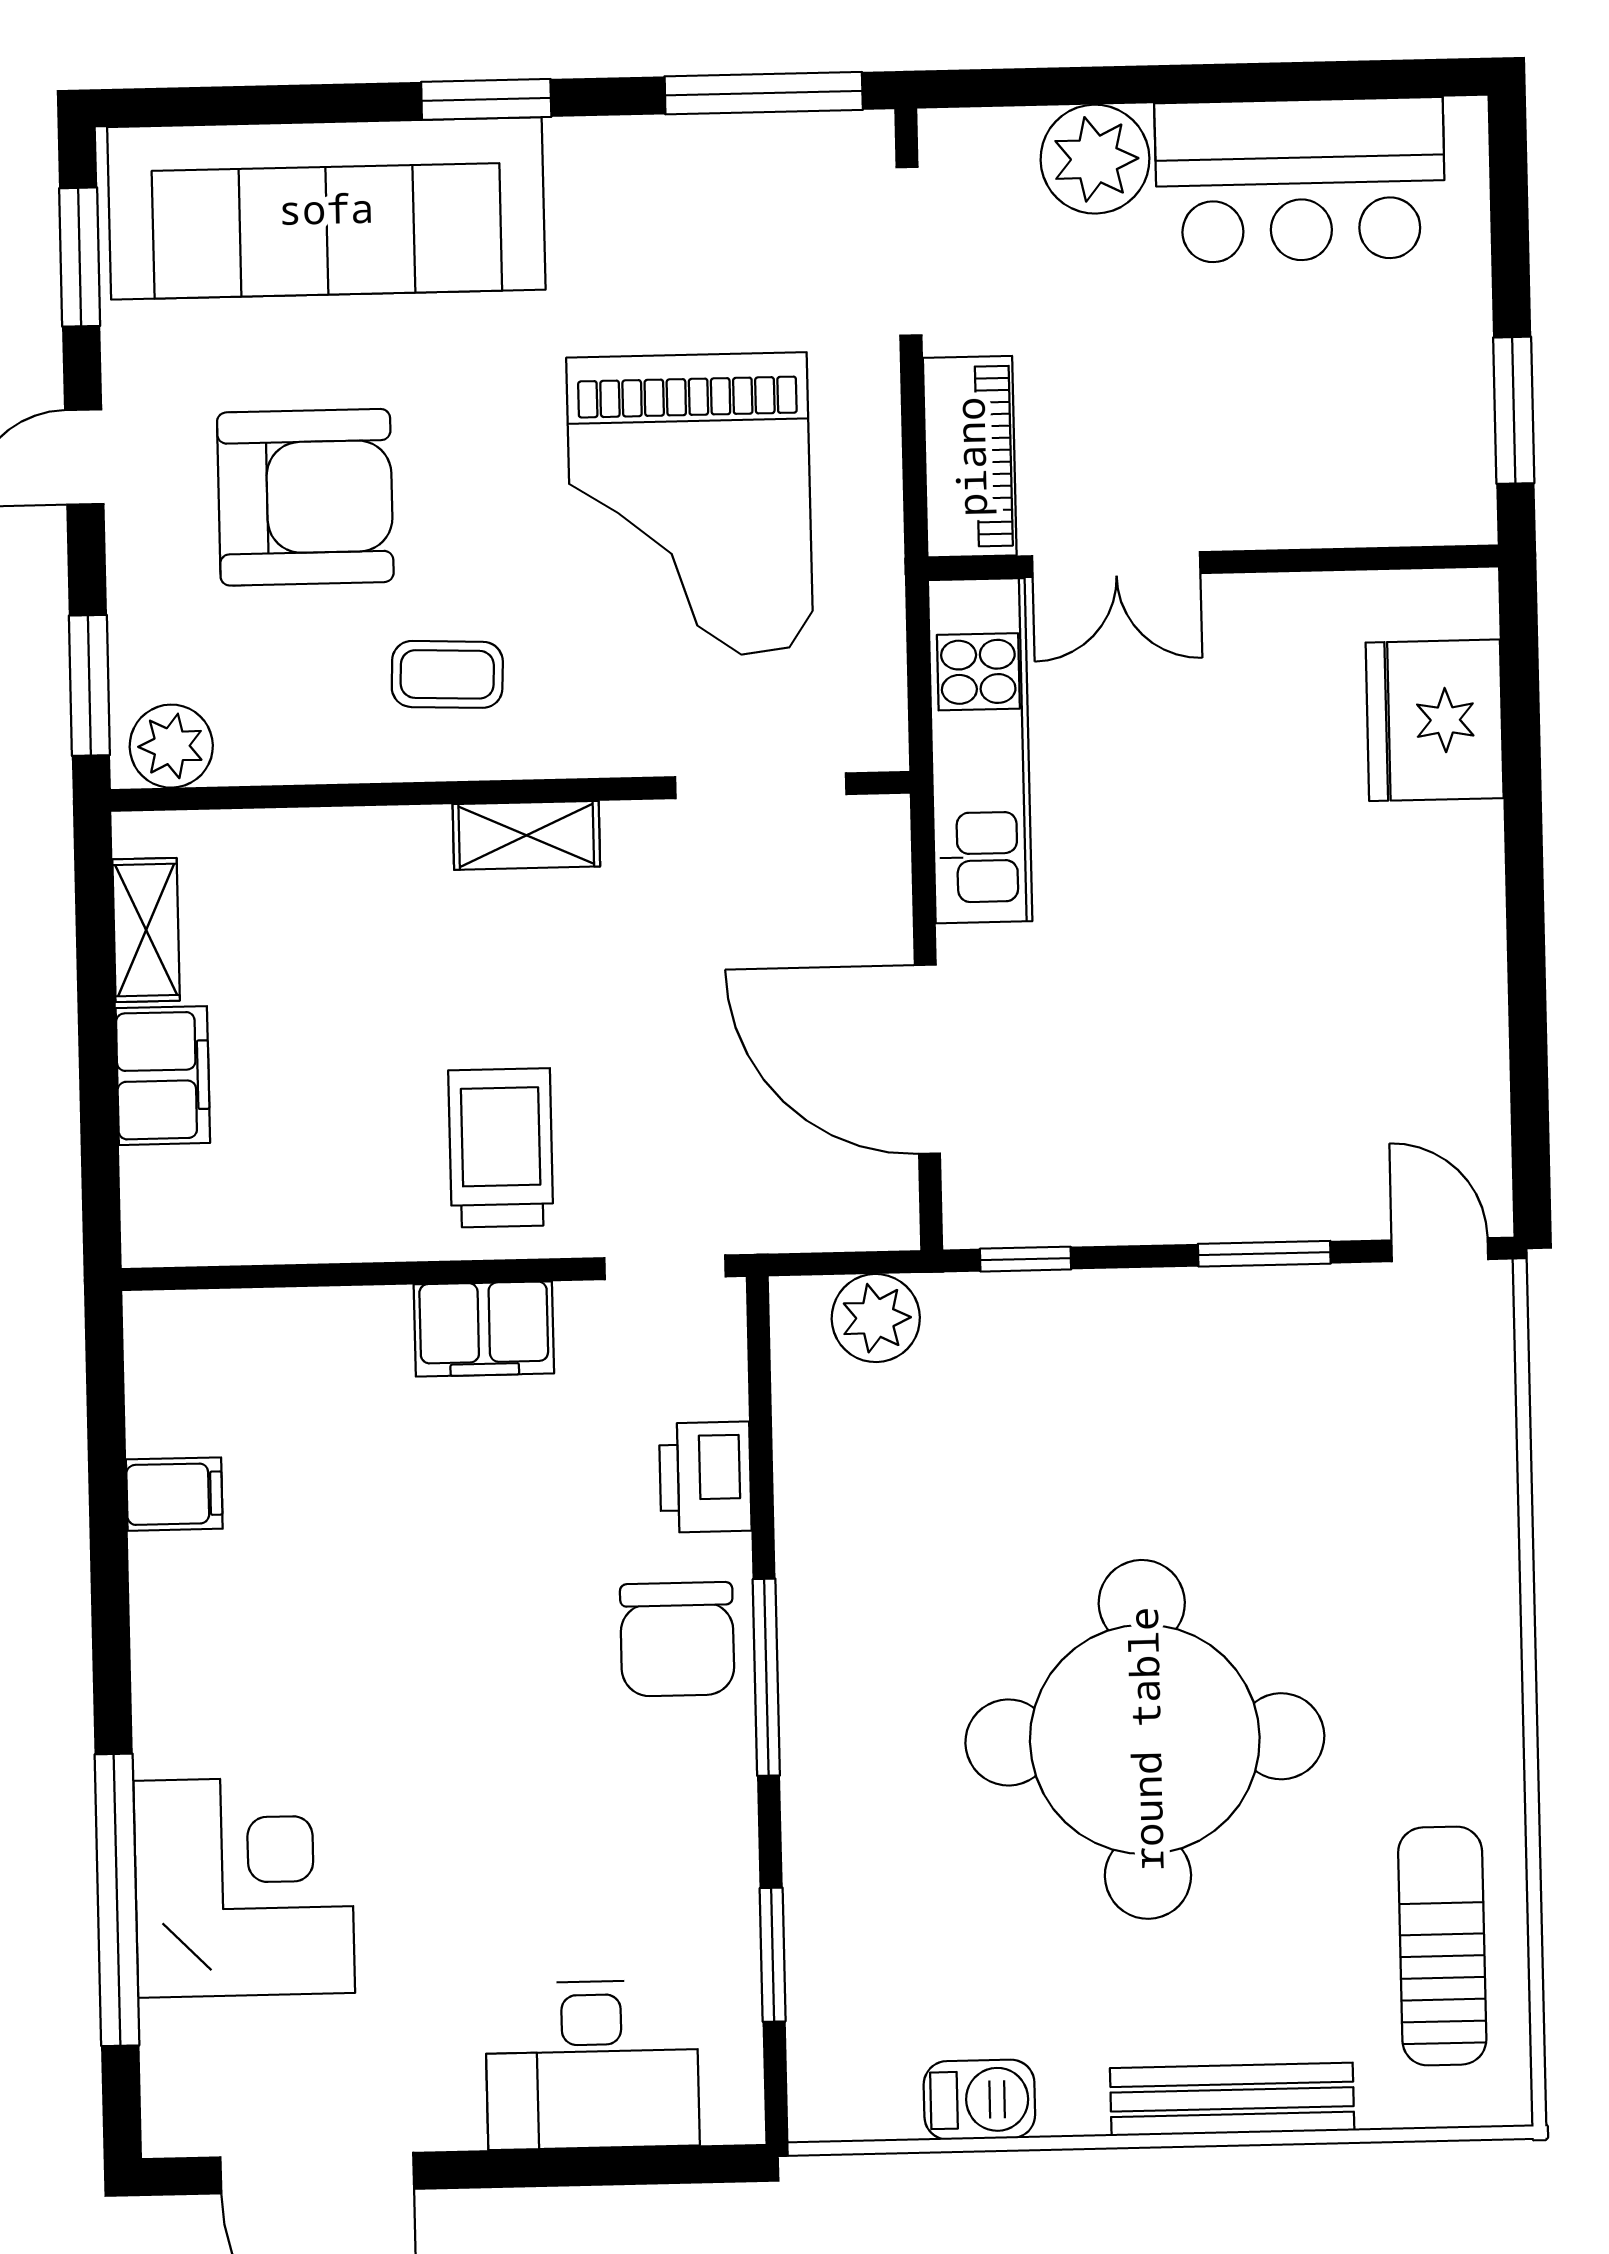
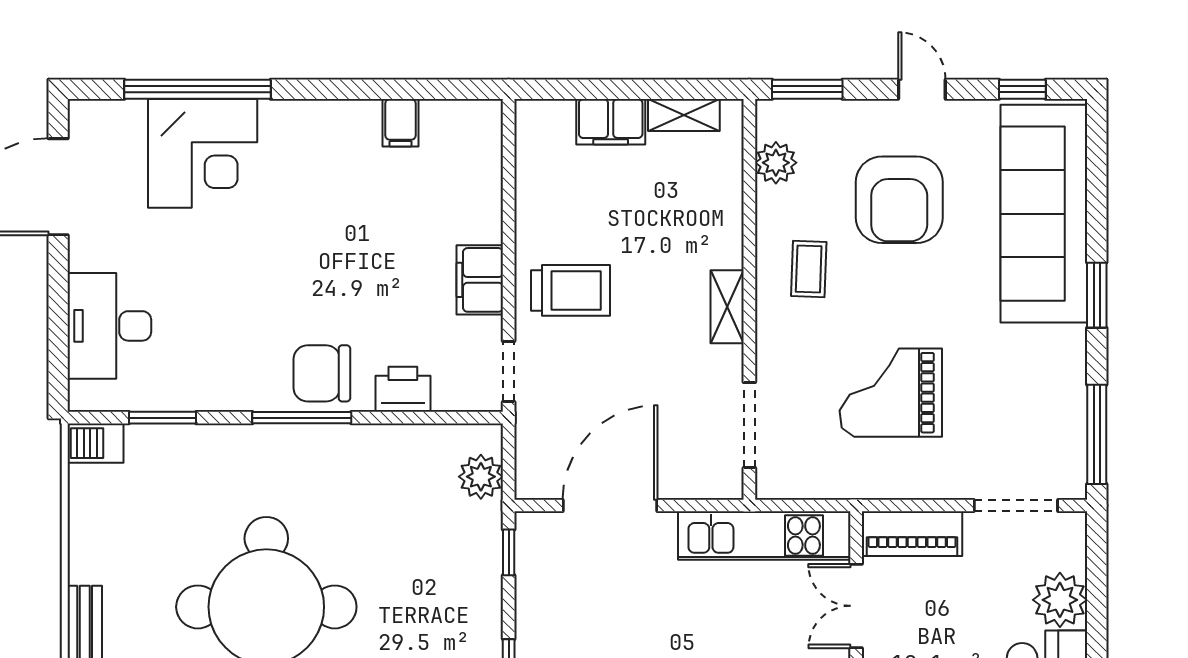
window: (80, 257) -> (1022, 89), width x0.67
grand piano: (690, 505) -> (891, 393), width x0.73, depth x0.68
plant: (171, 746) -> (776, 163), moved
barbecue: (979, 2100) -> (95, 443), moved, turned 90

